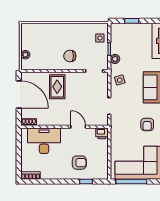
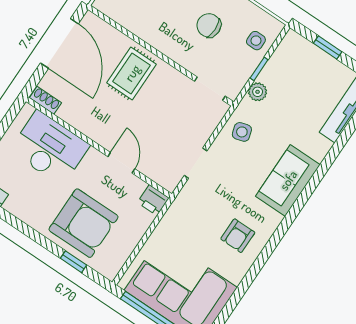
chair: (70, 56) -> (209, 25), moved
armchair: (79, 163) -> (84, 223), width x1.88, depth x1.88

